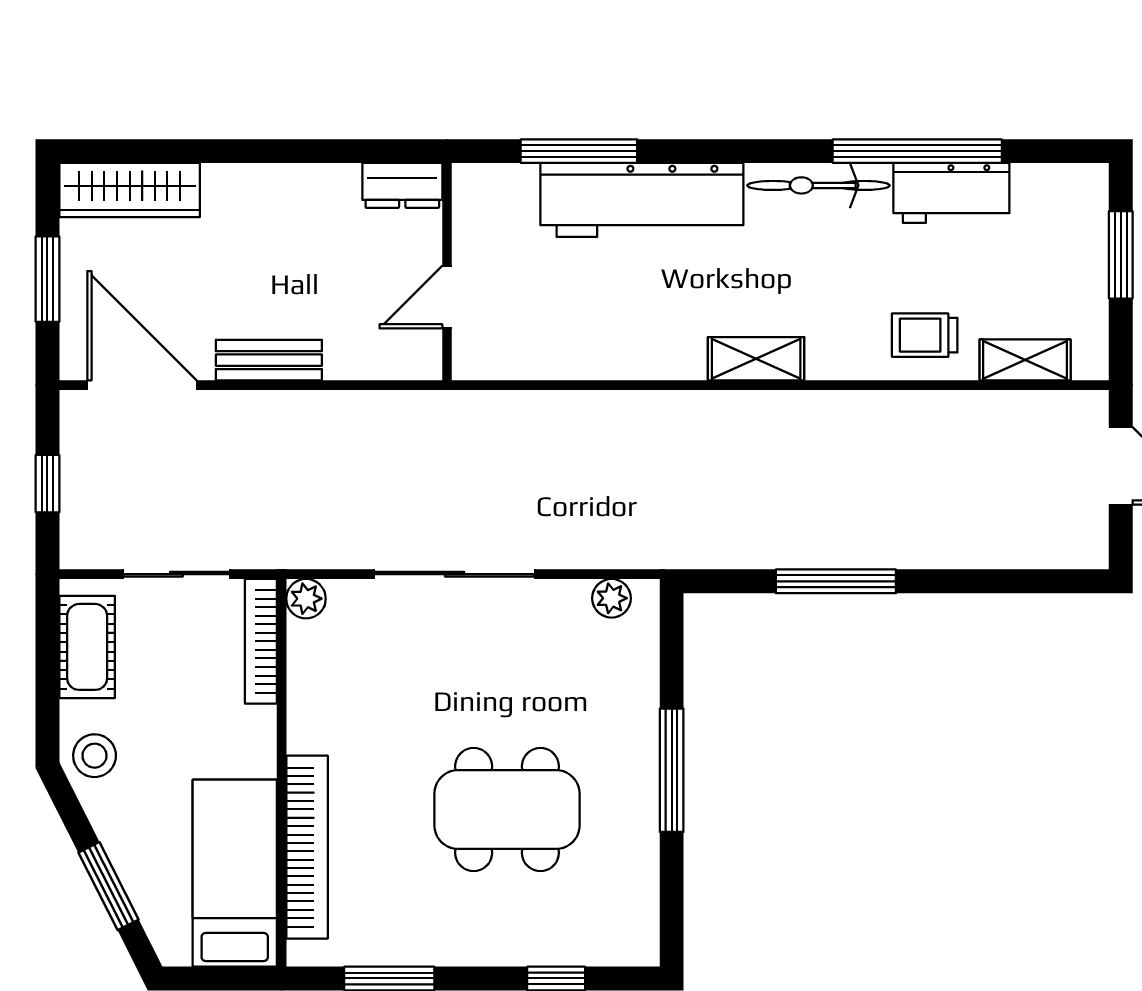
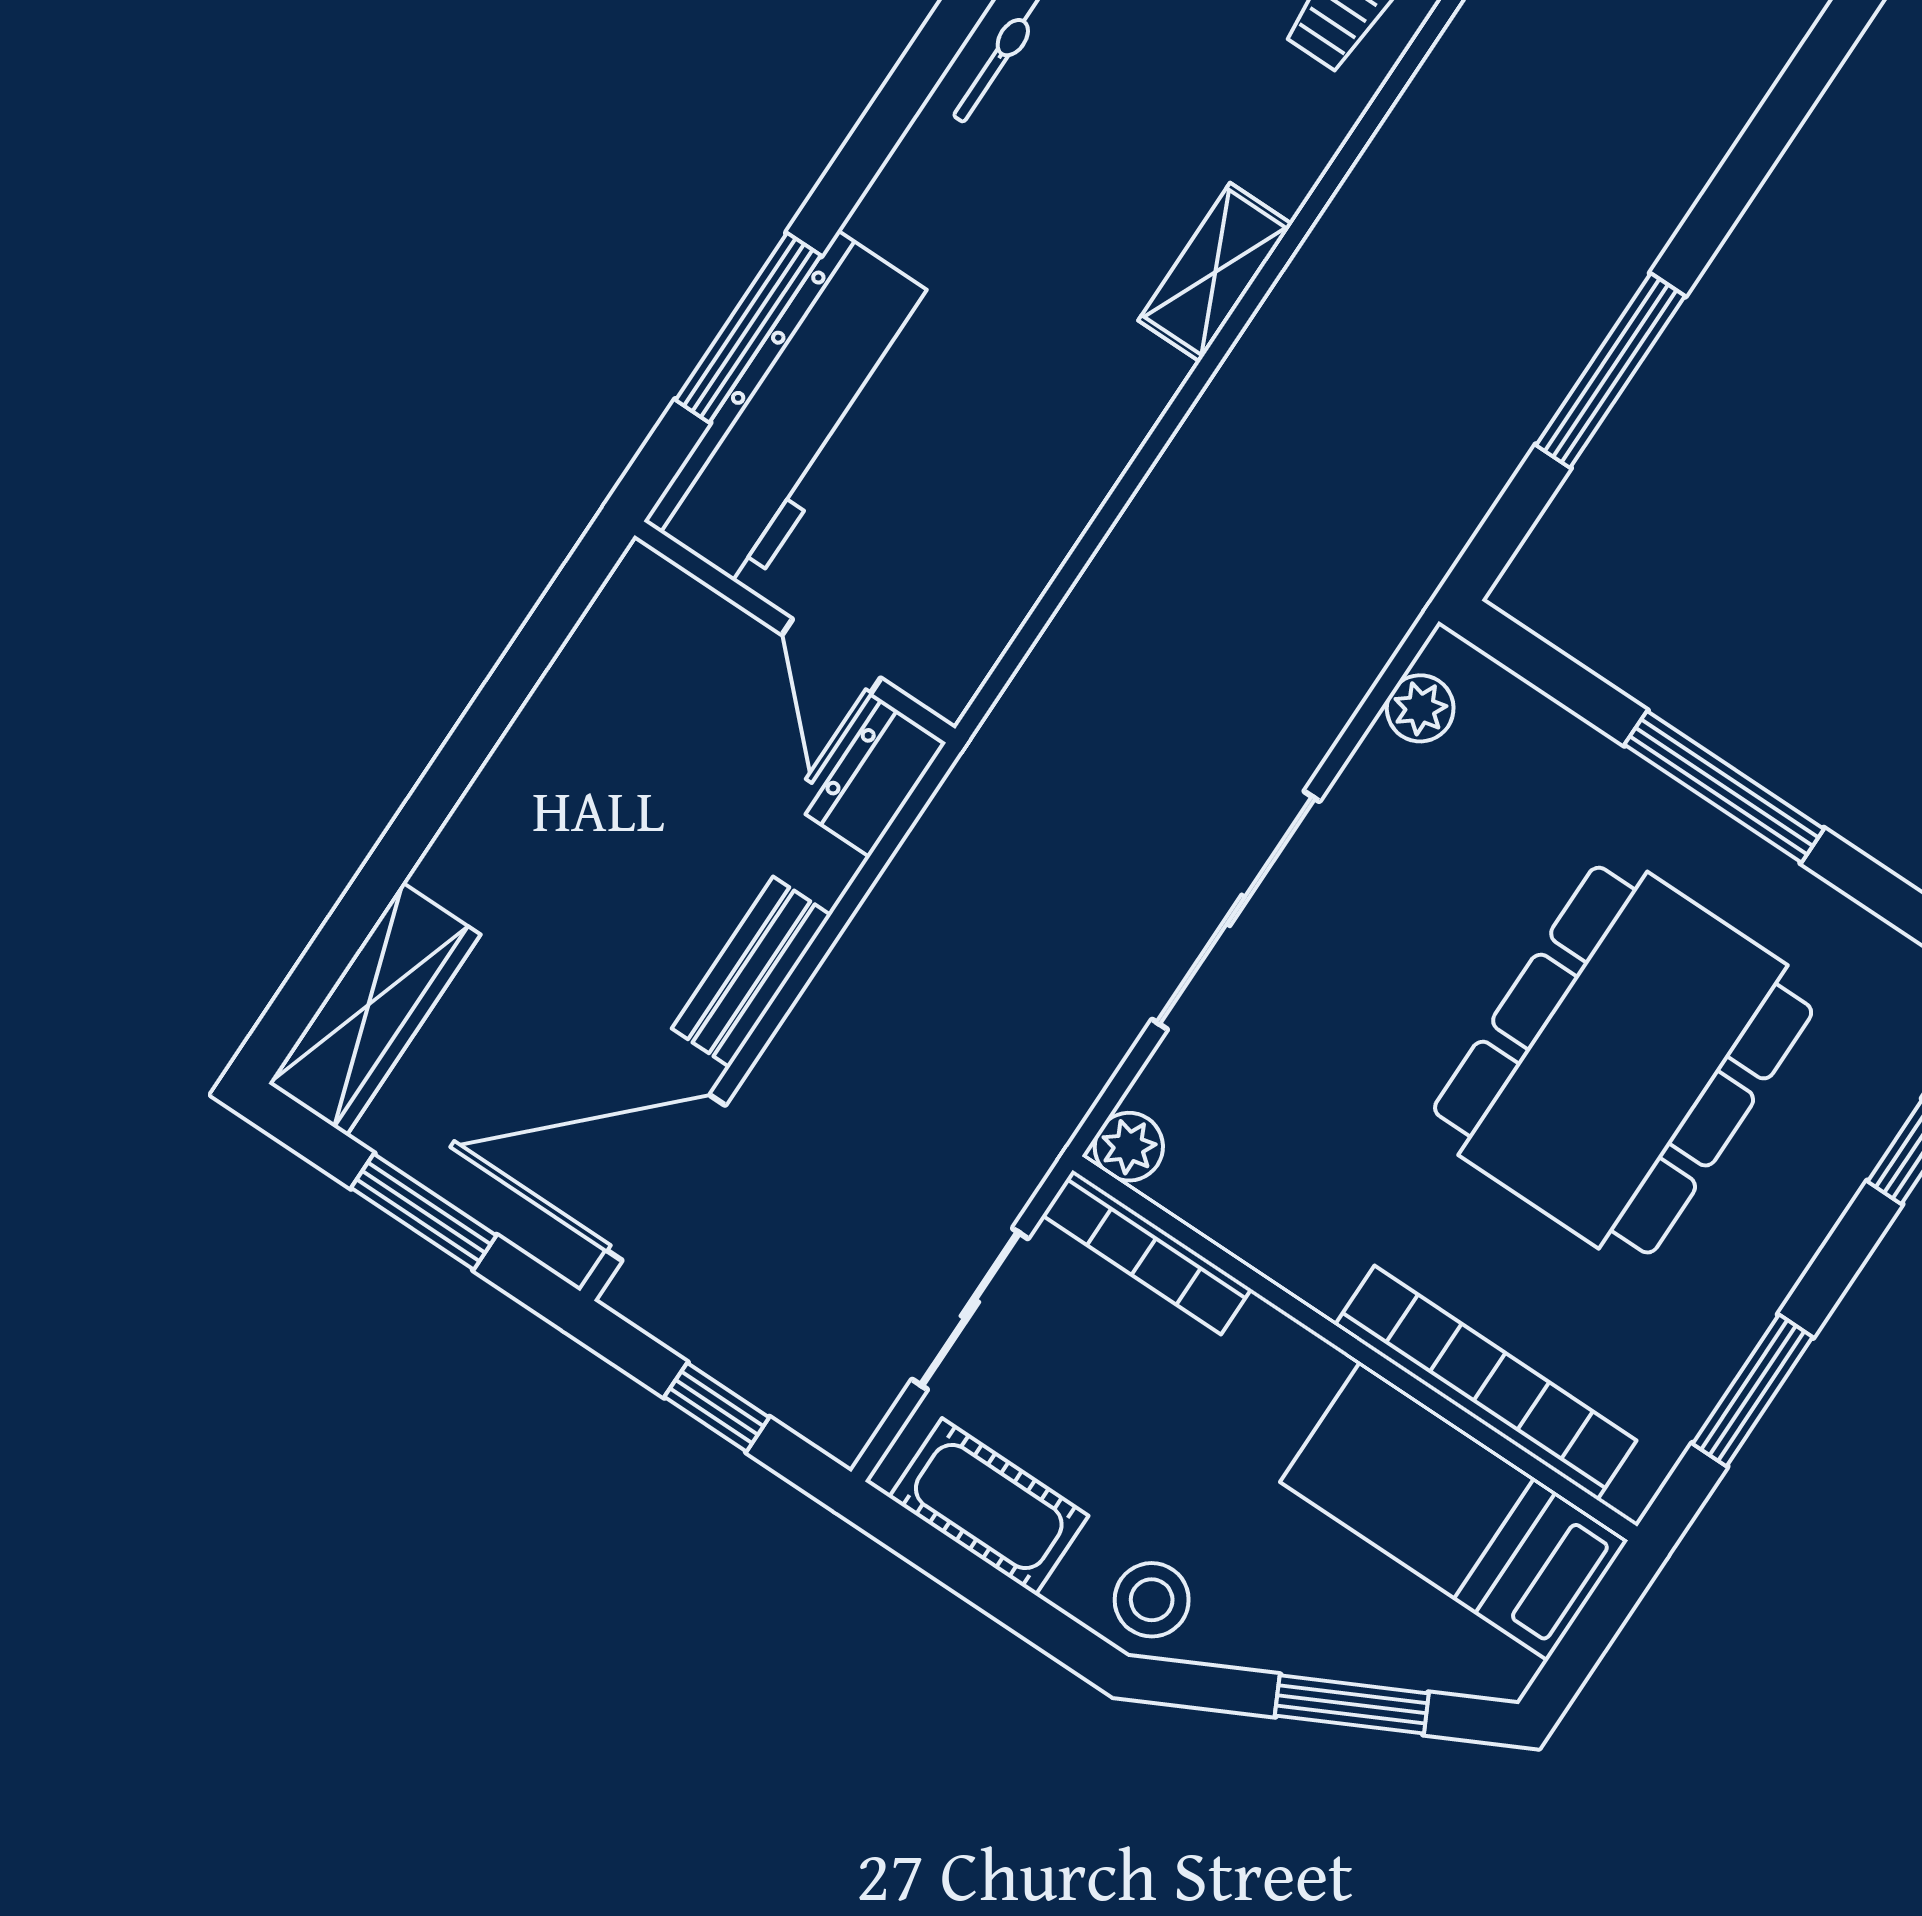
dresser: (402, 185) -> (876, 779), moved, turned 180
workbench: (642, 200) -> (794, 411), moved
dining table: (507, 810) -> (1623, 1060), width x1.36, depth x1.24

